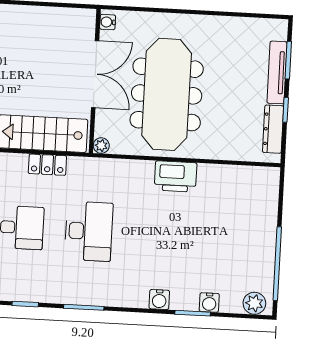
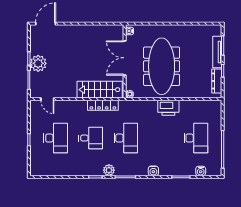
double door: (95, 74) -> (125, 58), swing flipped
locker: (47, 165) -> (103, 105), width x1.53
desk: (226, 239) -> (196, 138), added
water cooler: (159, 300) -> (153, 171), moved
water cooler: (209, 302) -> (201, 171), moved
plant: (254, 303) -> (109, 170), moved

